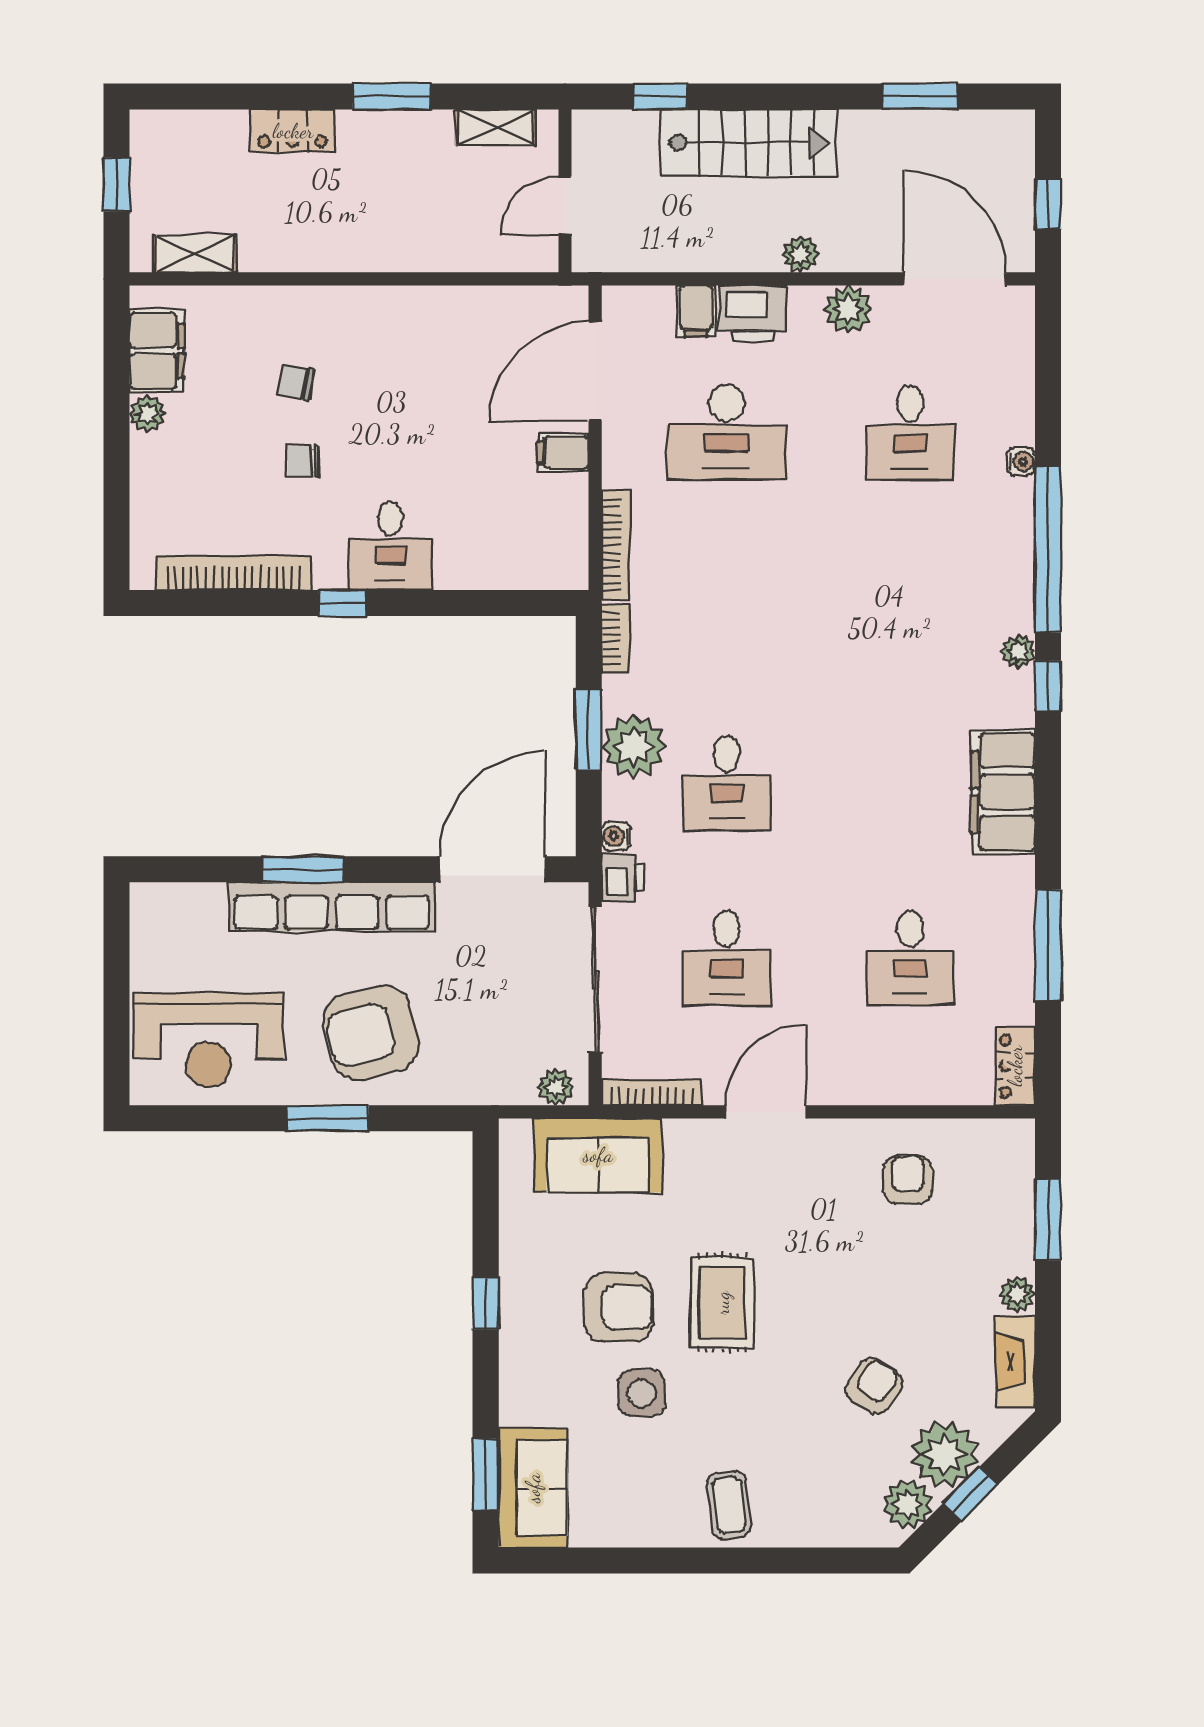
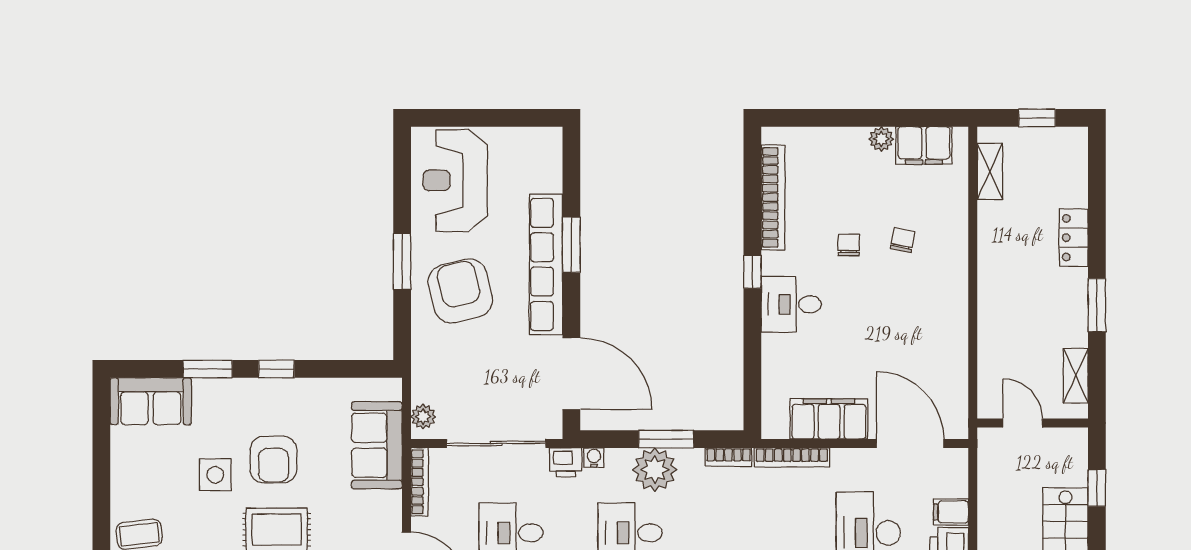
filing cabinet: (563, 452) -> (829, 419), width x3.00, depth x1.17
window: (486, 1475) -> (208, 369), moved

